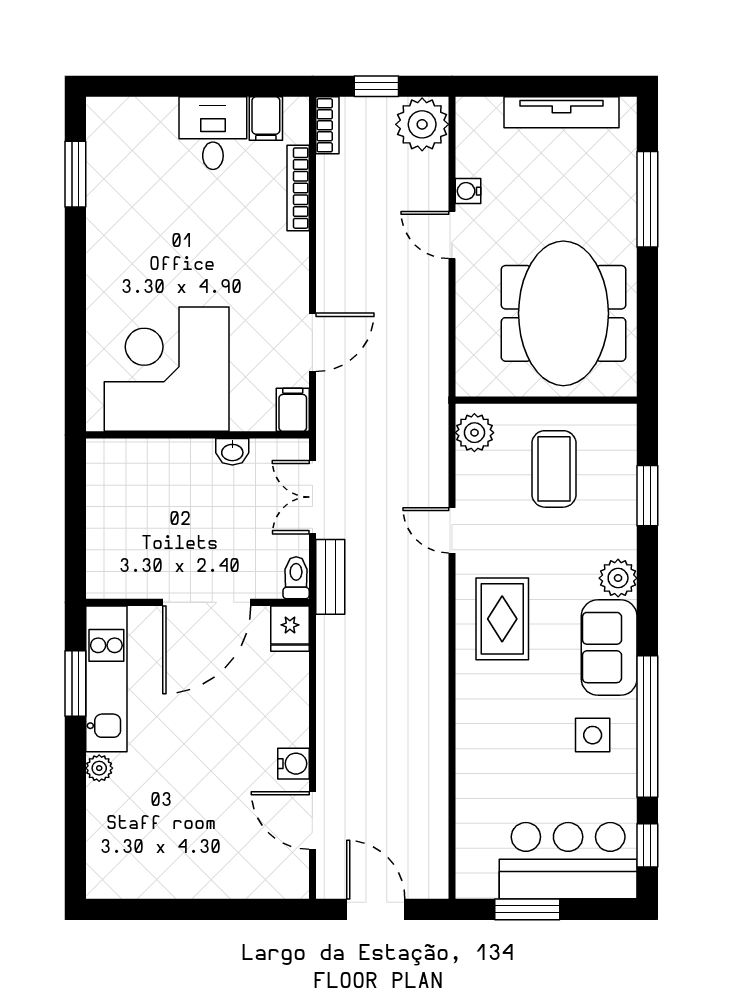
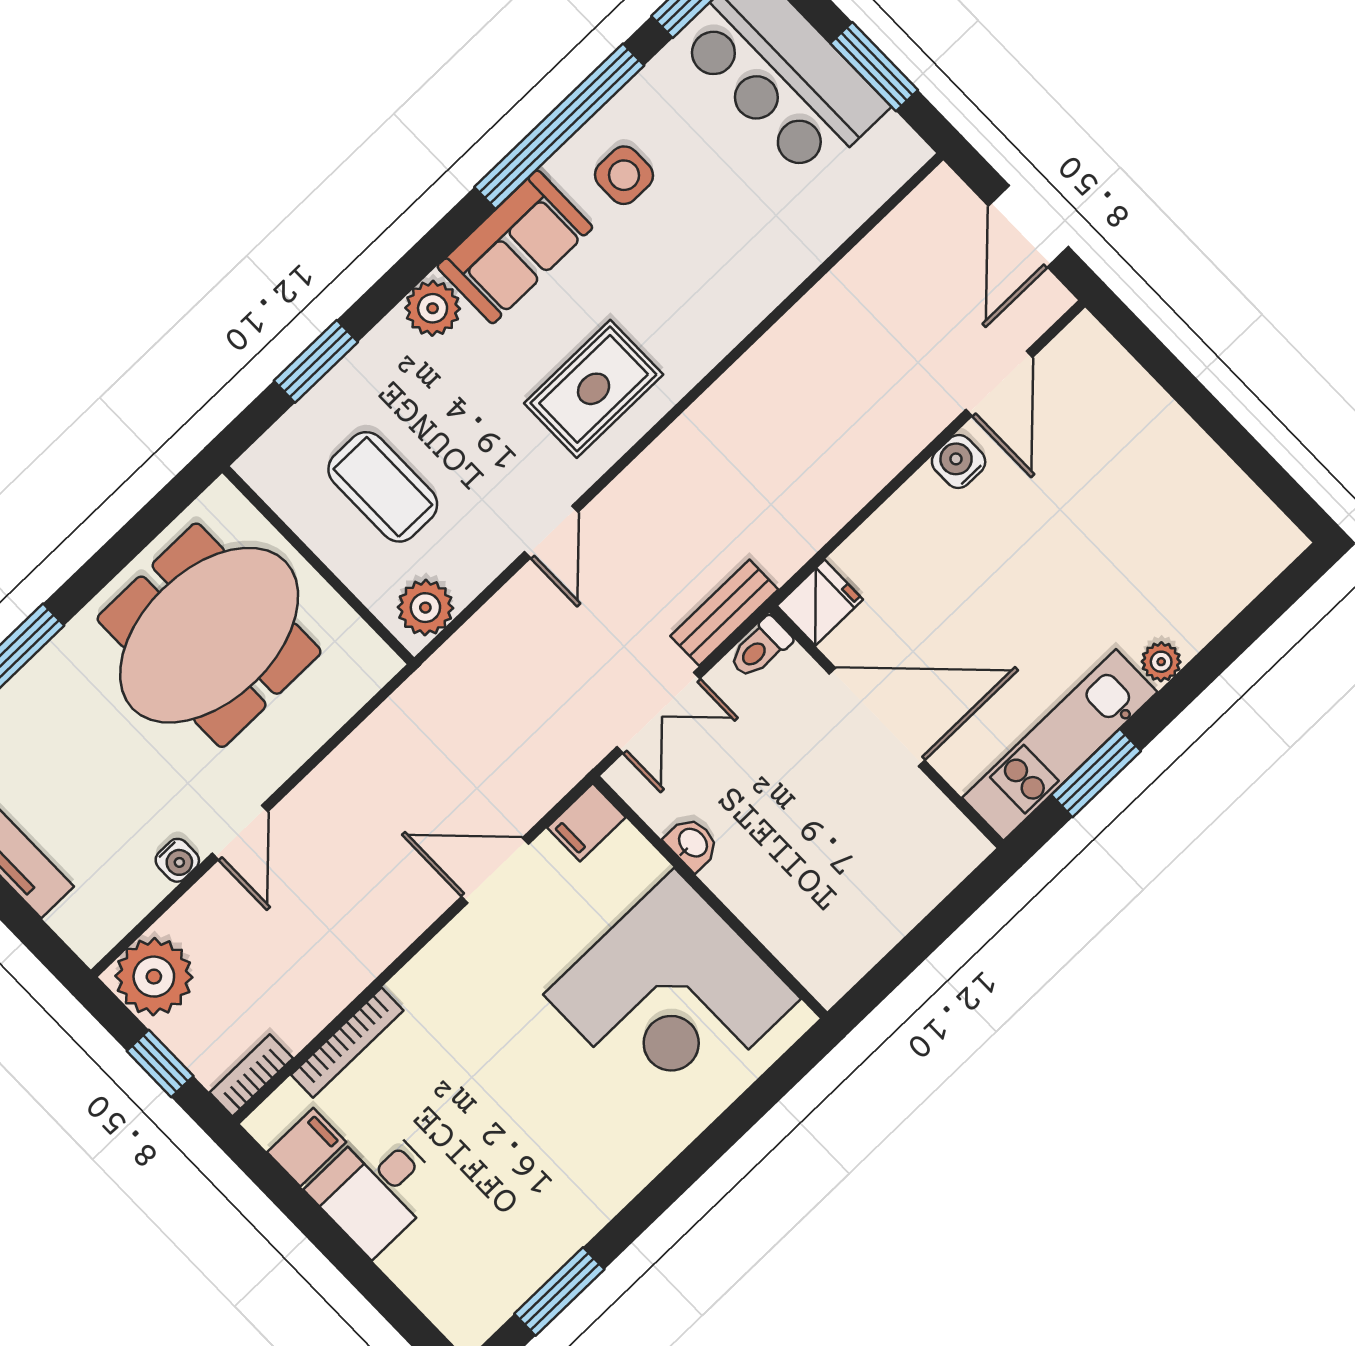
coffee table: (554, 469) -> (383, 487), turned 90

